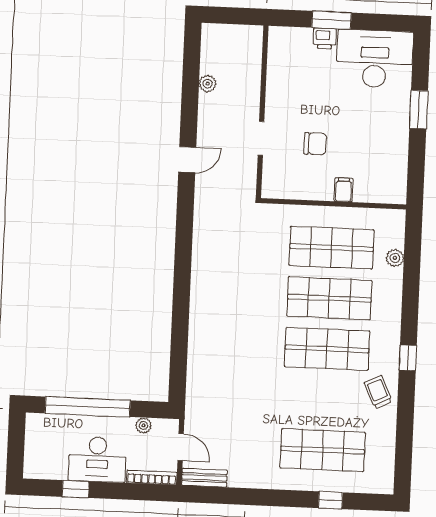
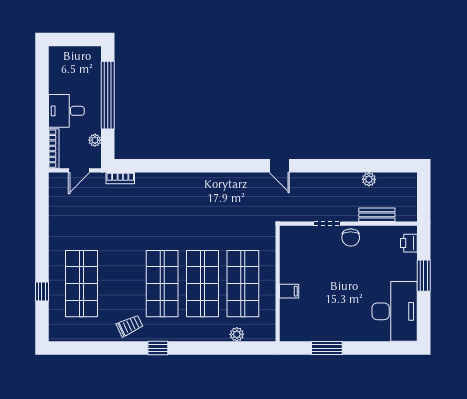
printer: (325, 39) -> (409, 243), moved
window: (419, 110) -> (327, 348), moved
chair: (315, 144) -> (351, 237), moved
door: (187, 160) -> (279, 166), moved
bookcase: (192, 396) -> (120, 178), added
desk: (97, 459) -> (66, 111), width x0.73
bench: (204, 478) -> (377, 215), moved, turned 90
window: (76, 489) -> (42, 88), removed

